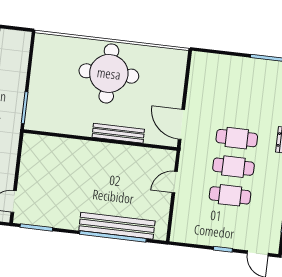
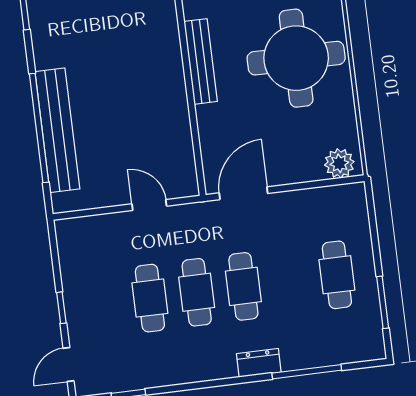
plant: (178, 63) -> (339, 163), added
cafe table: (244, 81) -> (337, 275), added
bench: (118, 133) -> (201, 61), moved

